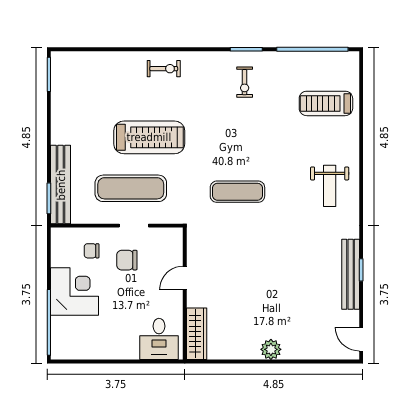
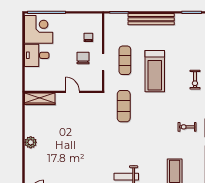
bench: (61, 185) -> (151, 19), moved
exercise mat: (131, 188) -> (125, 60), width x0.73, depth x0.69
exercise mat: (237, 192) -> (124, 106), moved
corner desk: (75, 291) -> (39, 29), moved, turned -90
desk: (159, 339) -> (37, 55), moved

